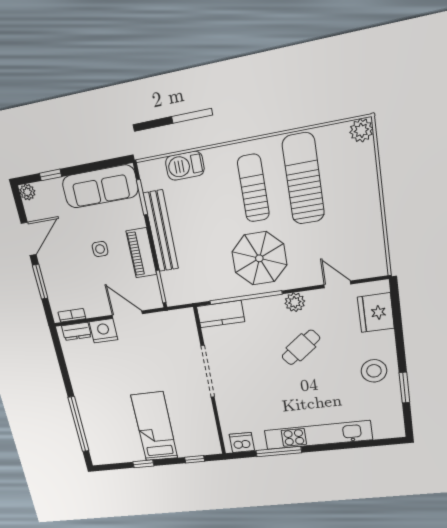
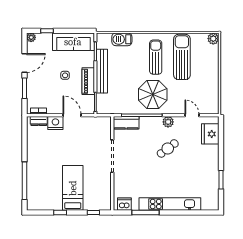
stool: (374, 371) -> (206, 168), removed

